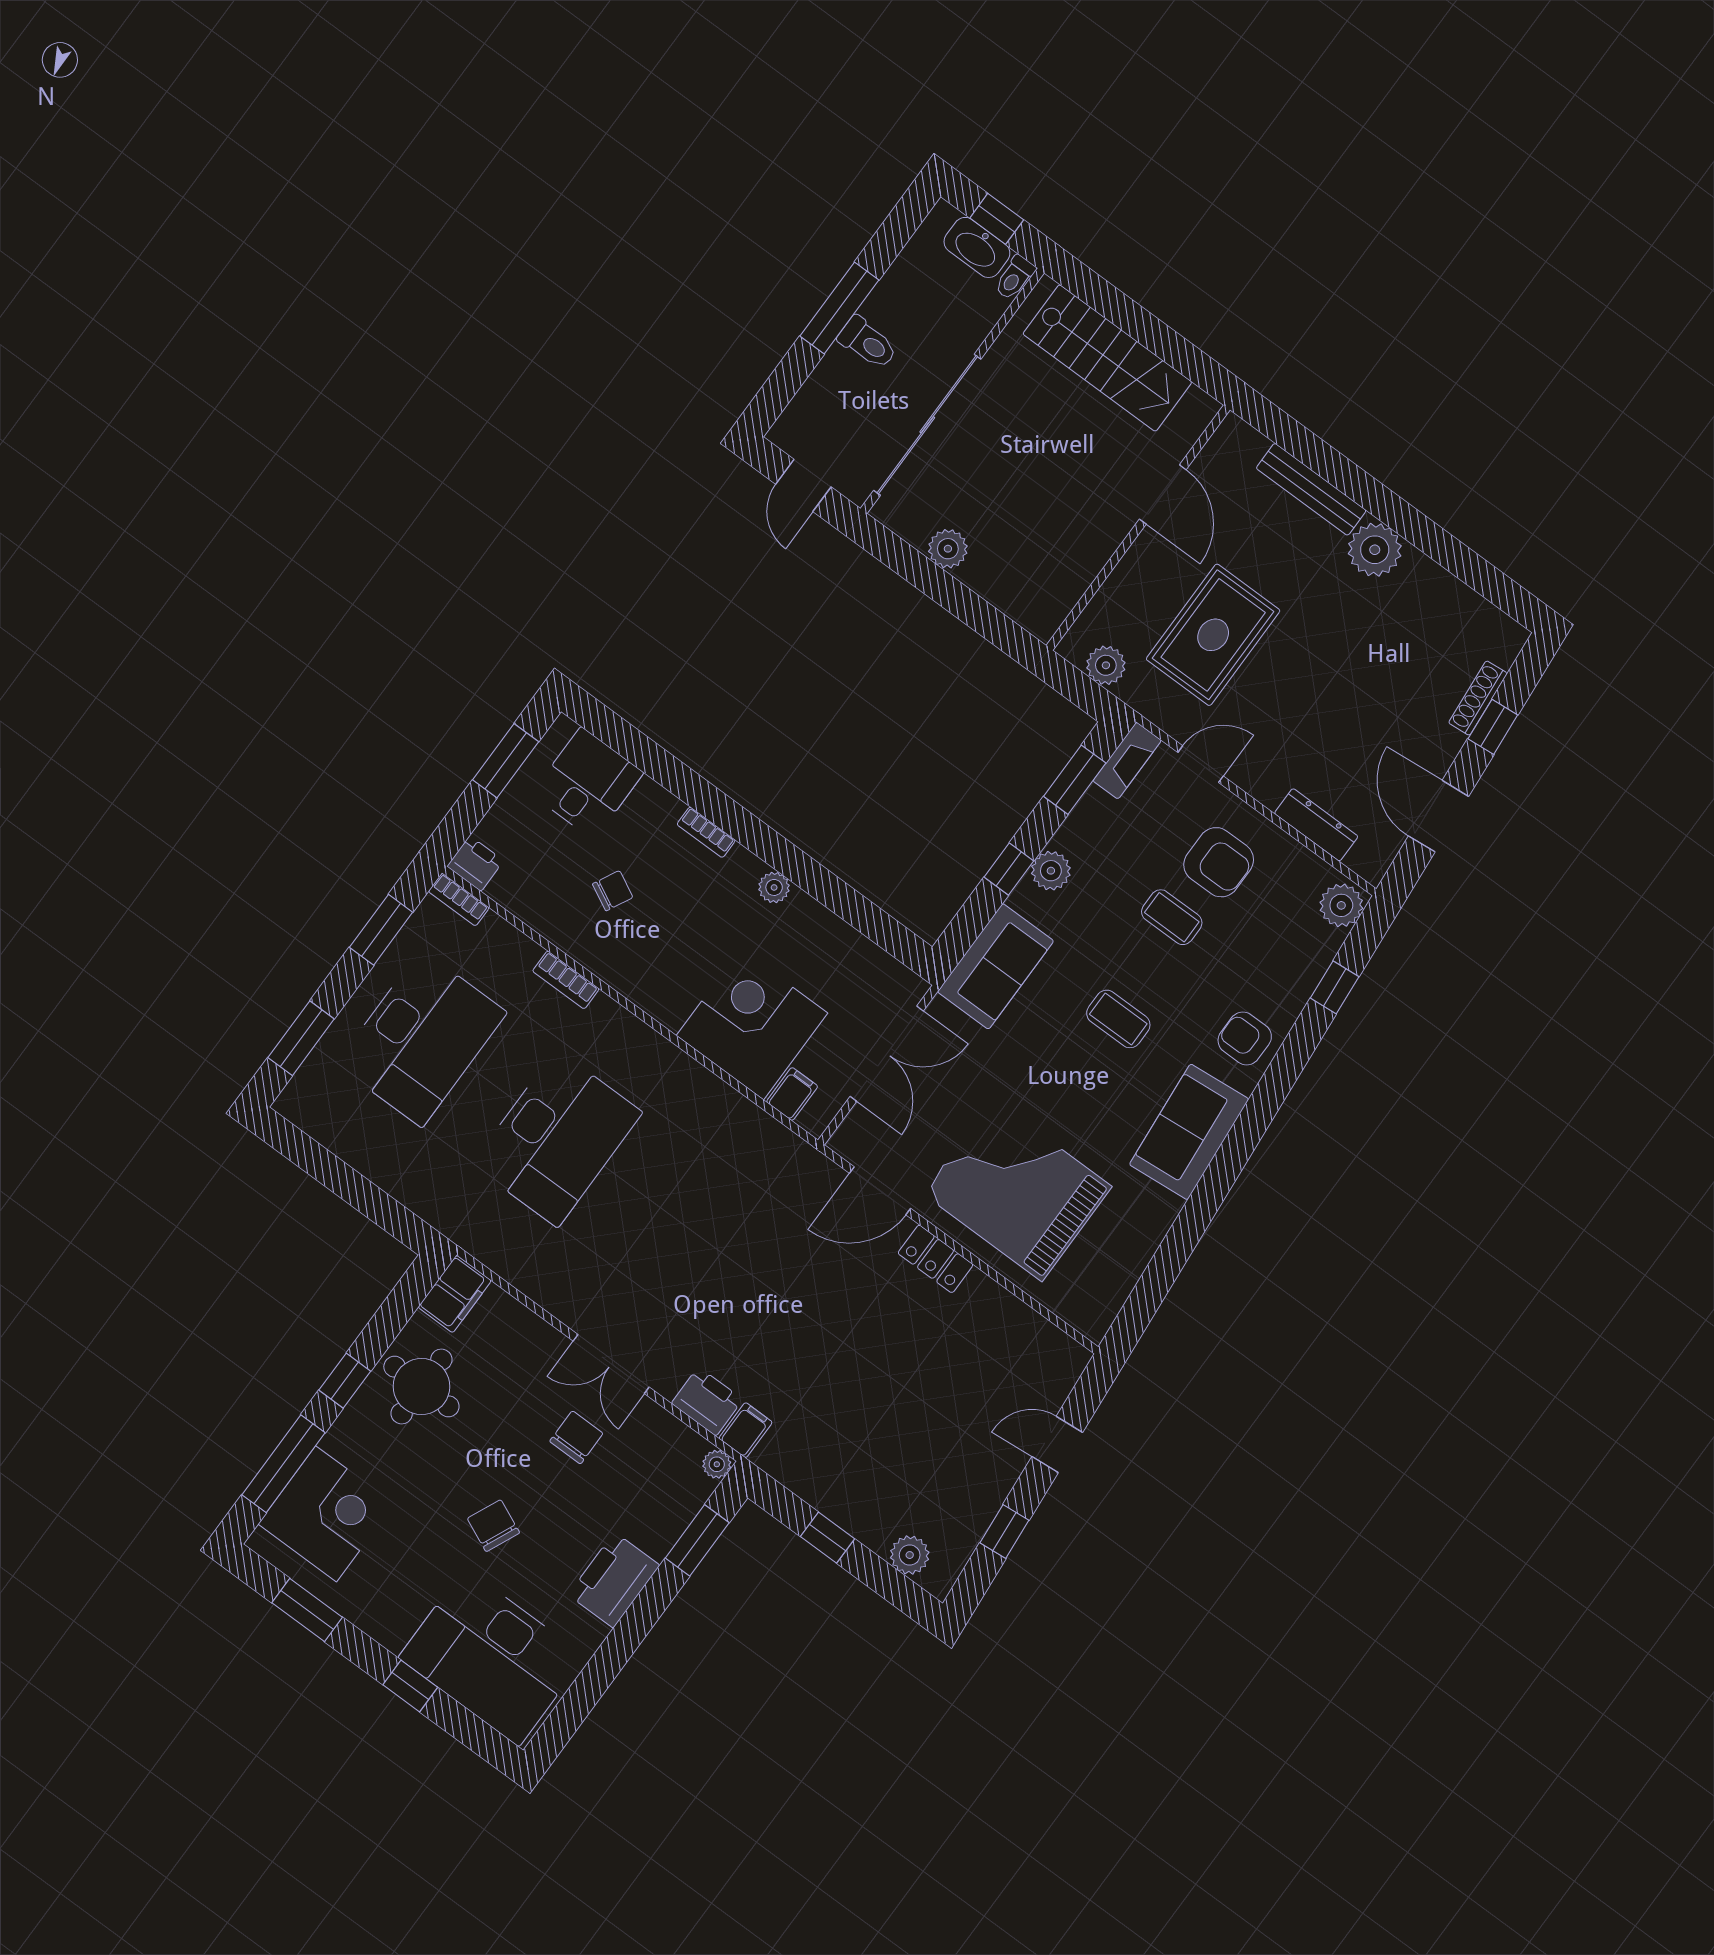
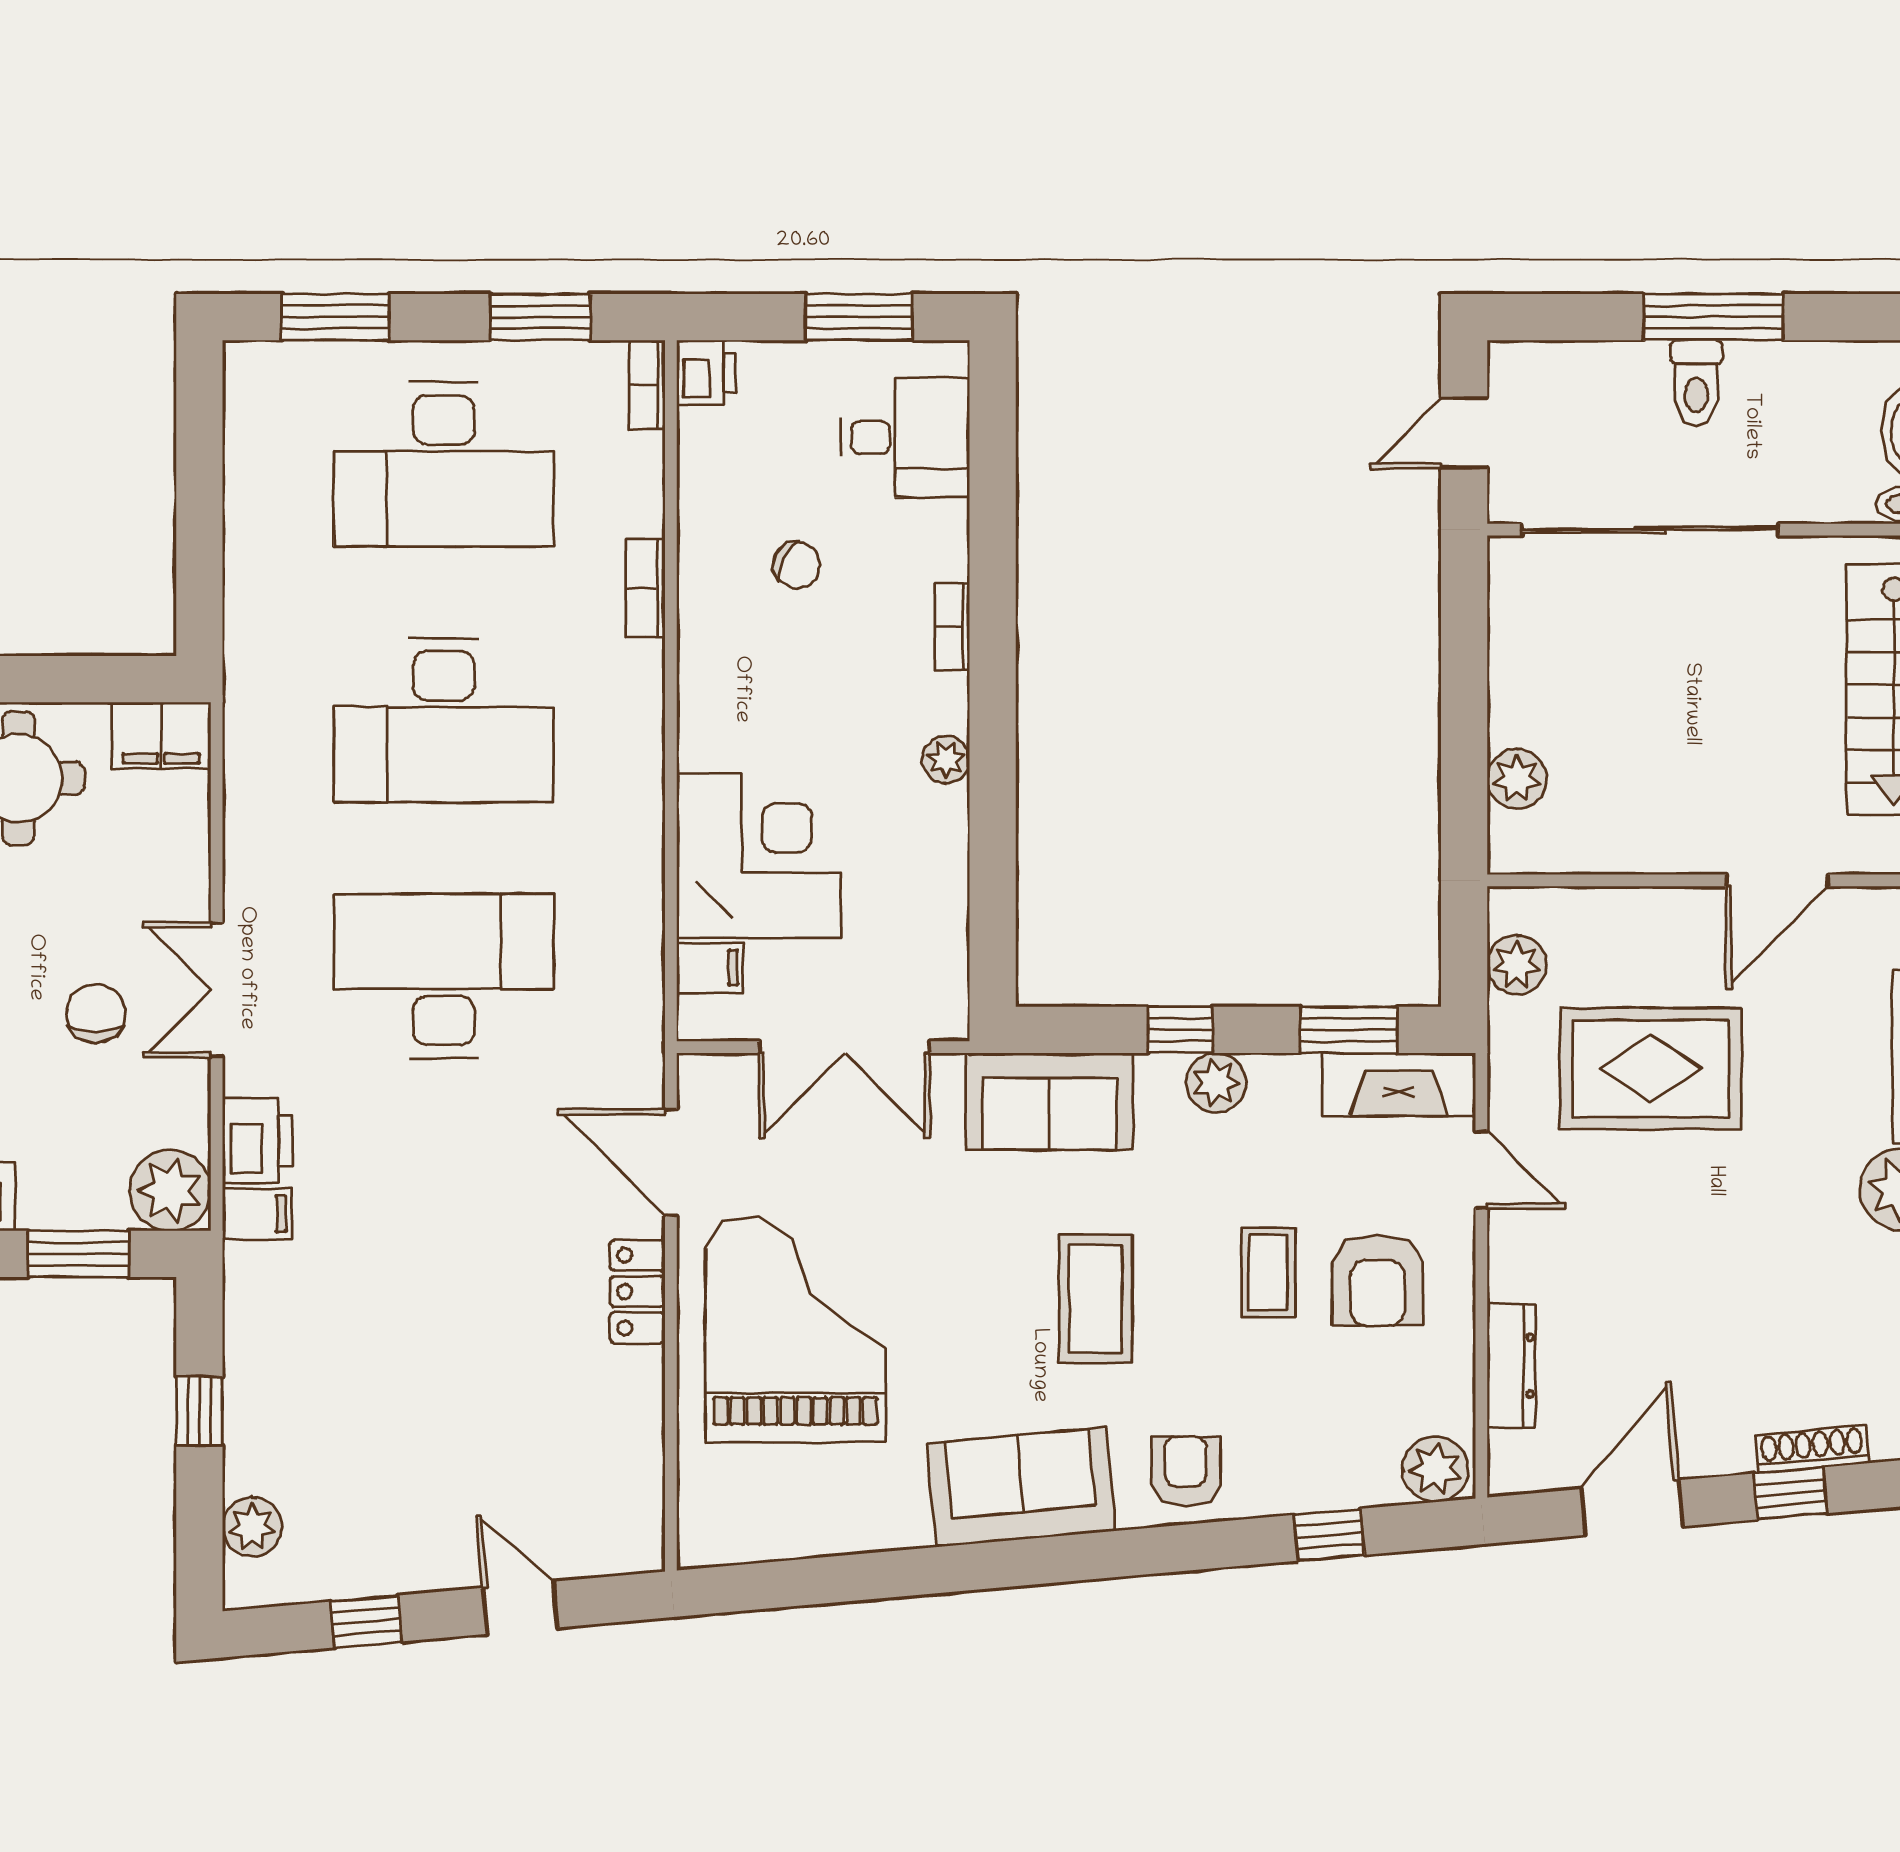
plant: (948, 549) -> (1517, 779), moved
fireplace: (1127, 761) -> (1399, 1084), width x1.37, depth x1.32
coffee table: (1118, 1019) -> (1096, 1299), width x1.36, depth x1.30
desk: (693, 1238) -> (444, 976), added
chair: (576, 1437) -> (96, 1013), turned -90
plant: (717, 1464) -> (170, 1190), width x1.88, depth x1.88

